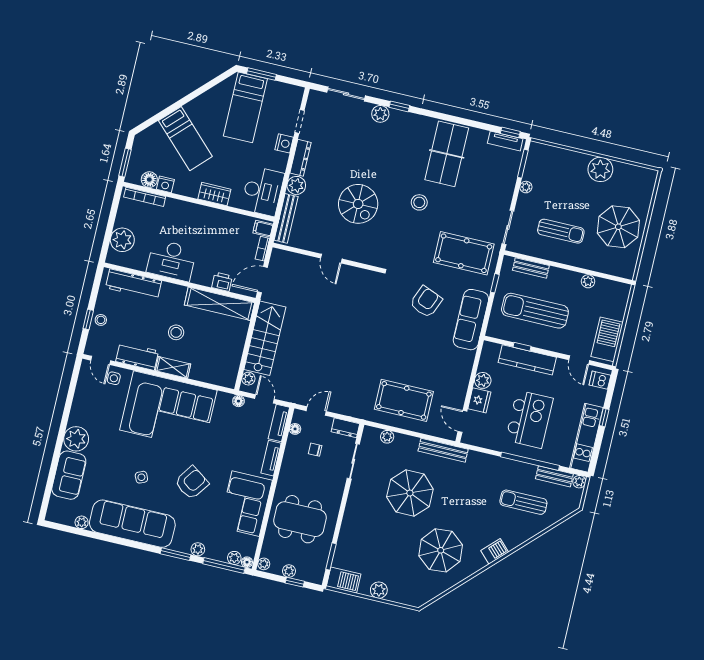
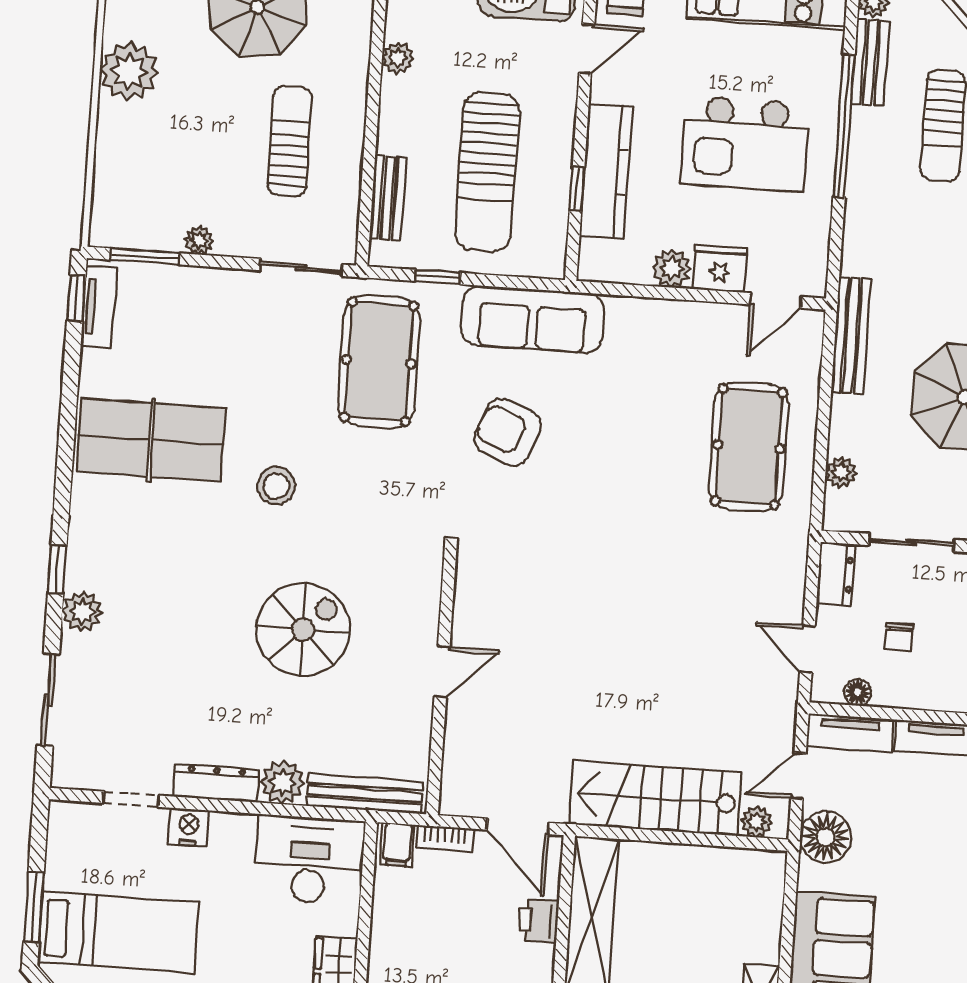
floor lamp: (238, 401) -> (826, 837), width x1.89, depth x1.89
kitchen island: (529, 419) -> (745, 144), turned 180

